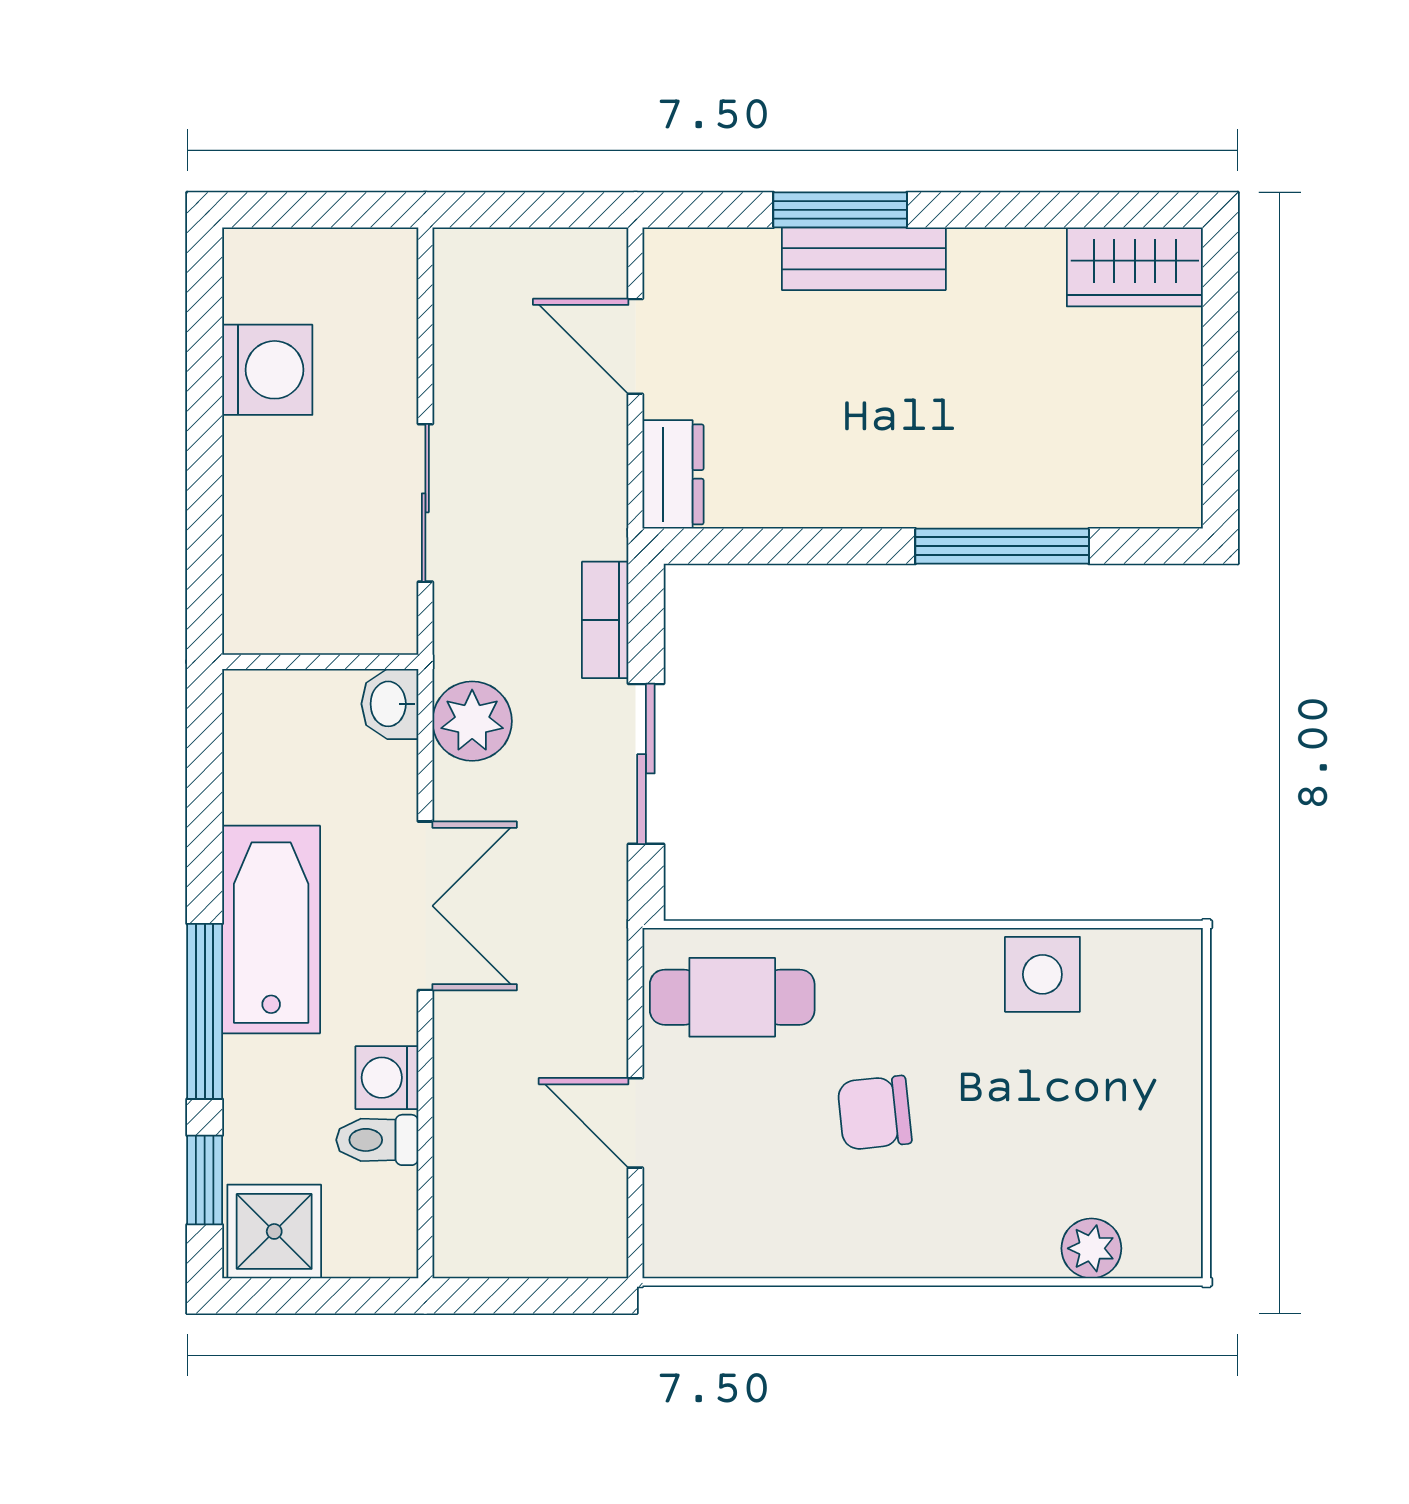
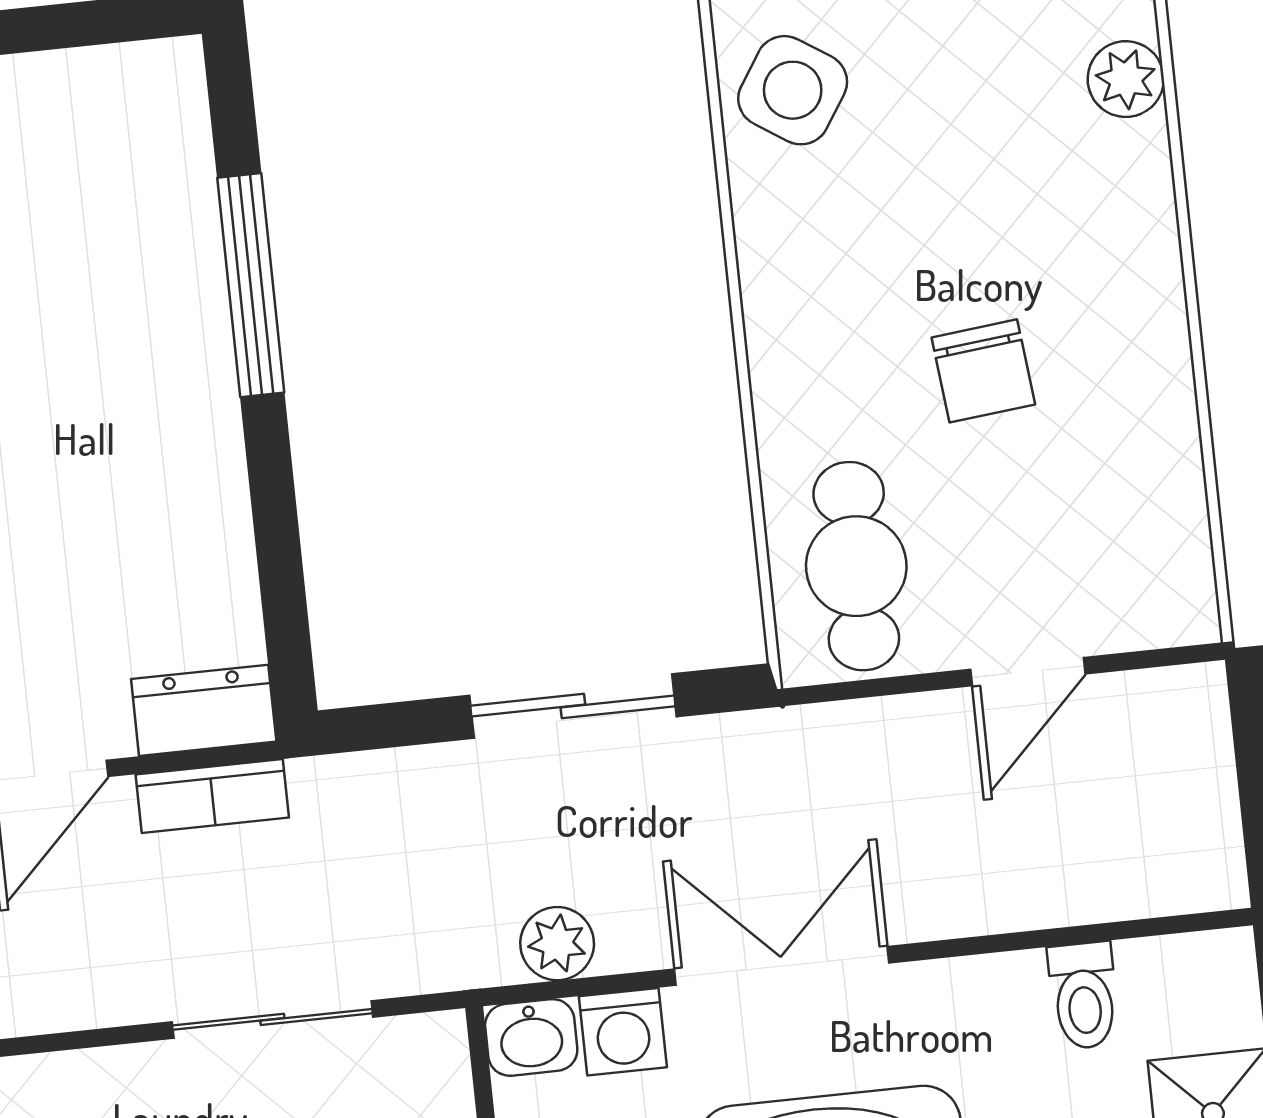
bookcase: (605, 620) -> (212, 796), moved
plant: (472, 721) -> (557, 944), width x0.73, depth x0.73
side table: (1042, 974) -> (793, 90), moved, turned 33
washing machine: (387, 1078) -> (623, 1032), moved

